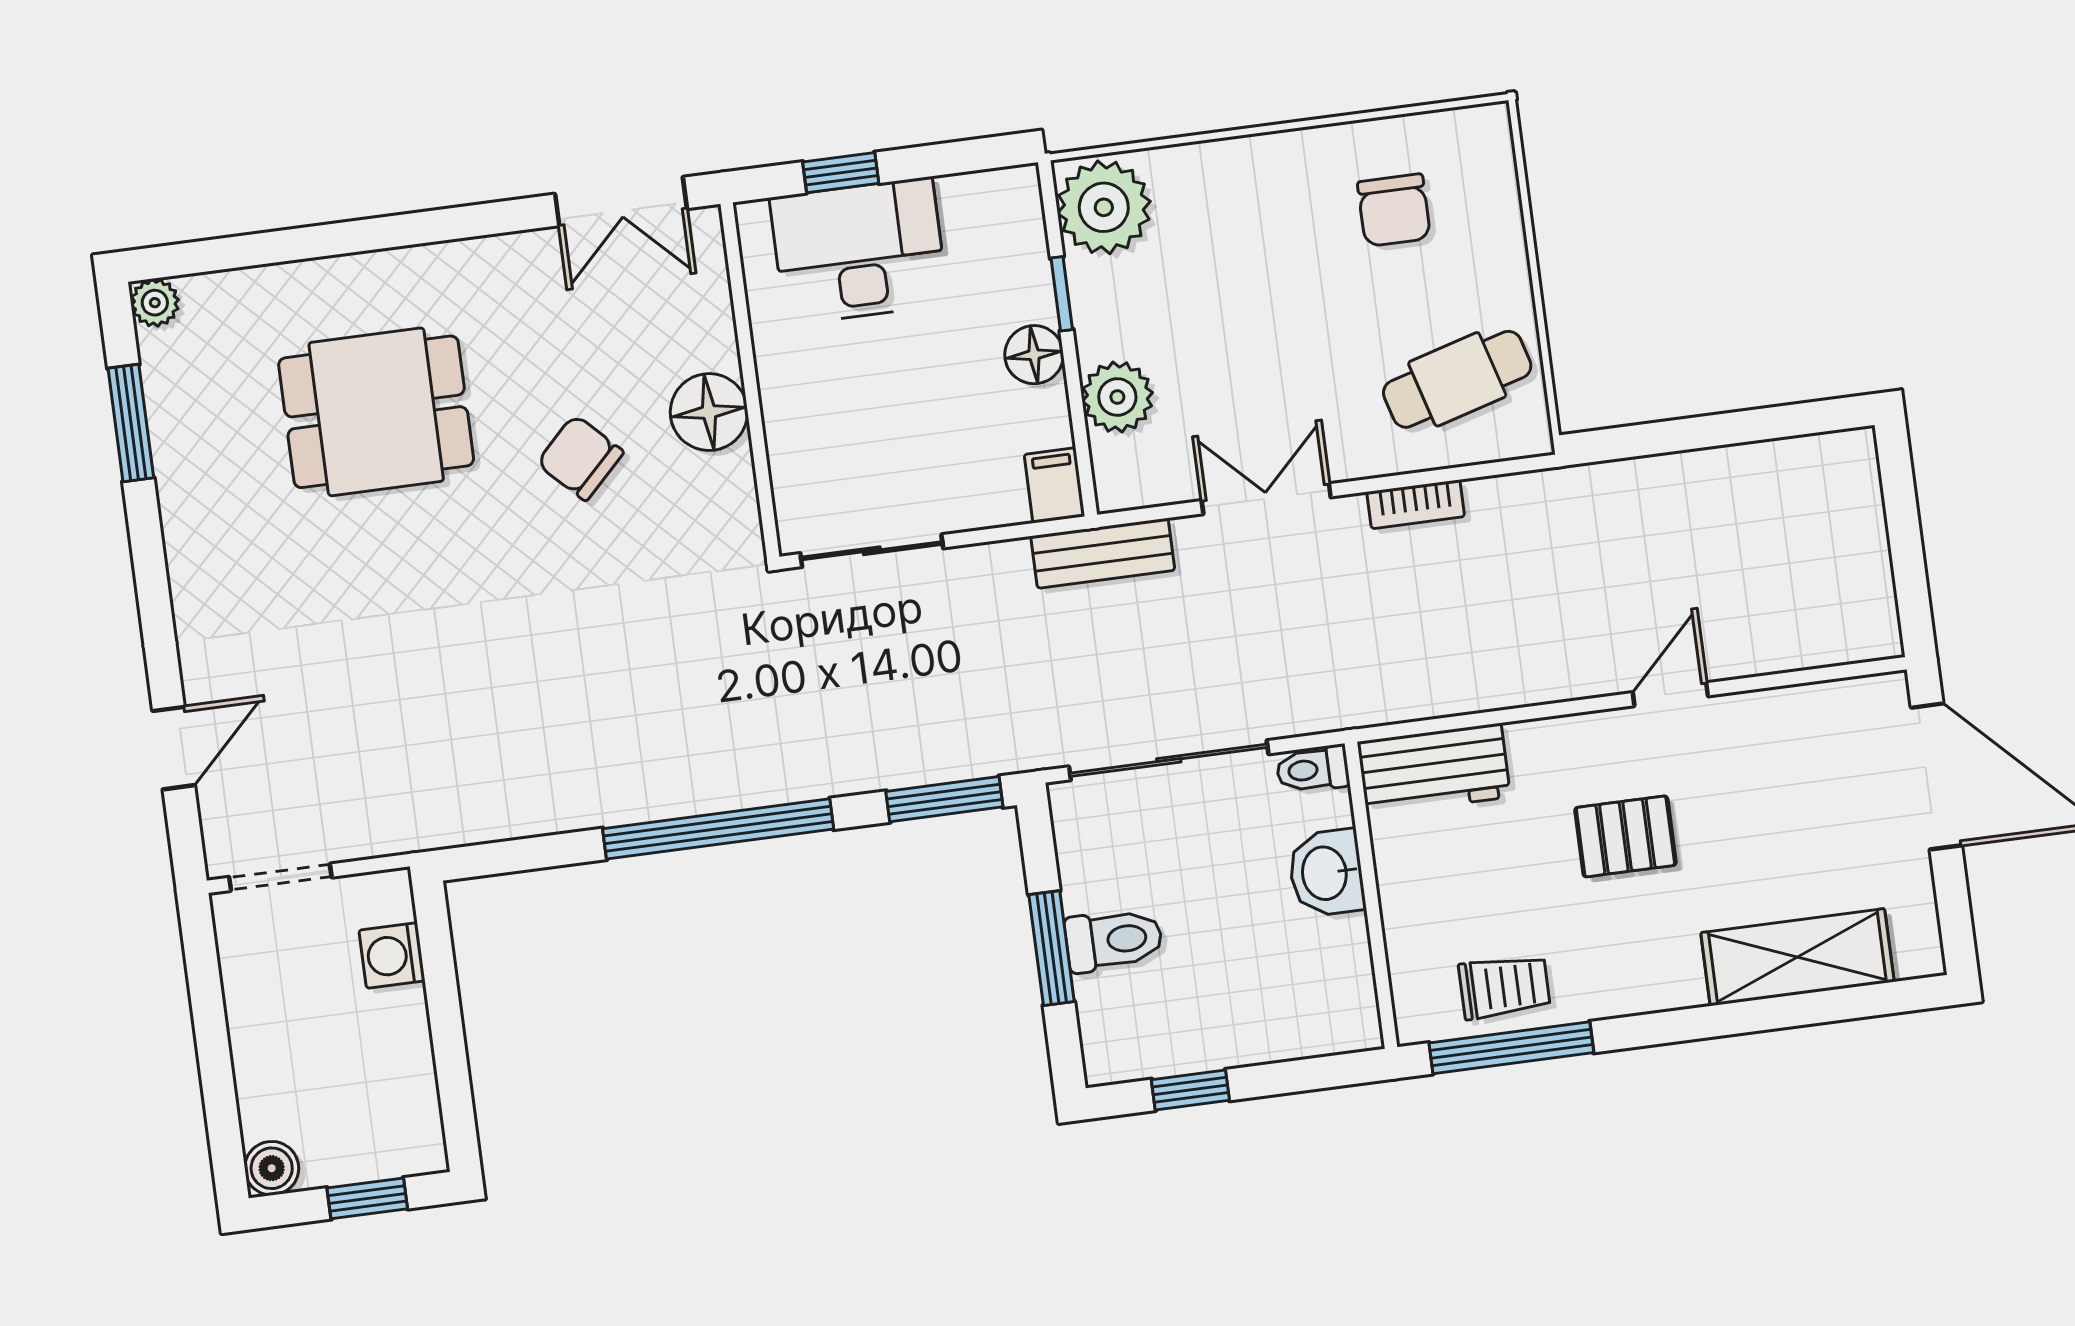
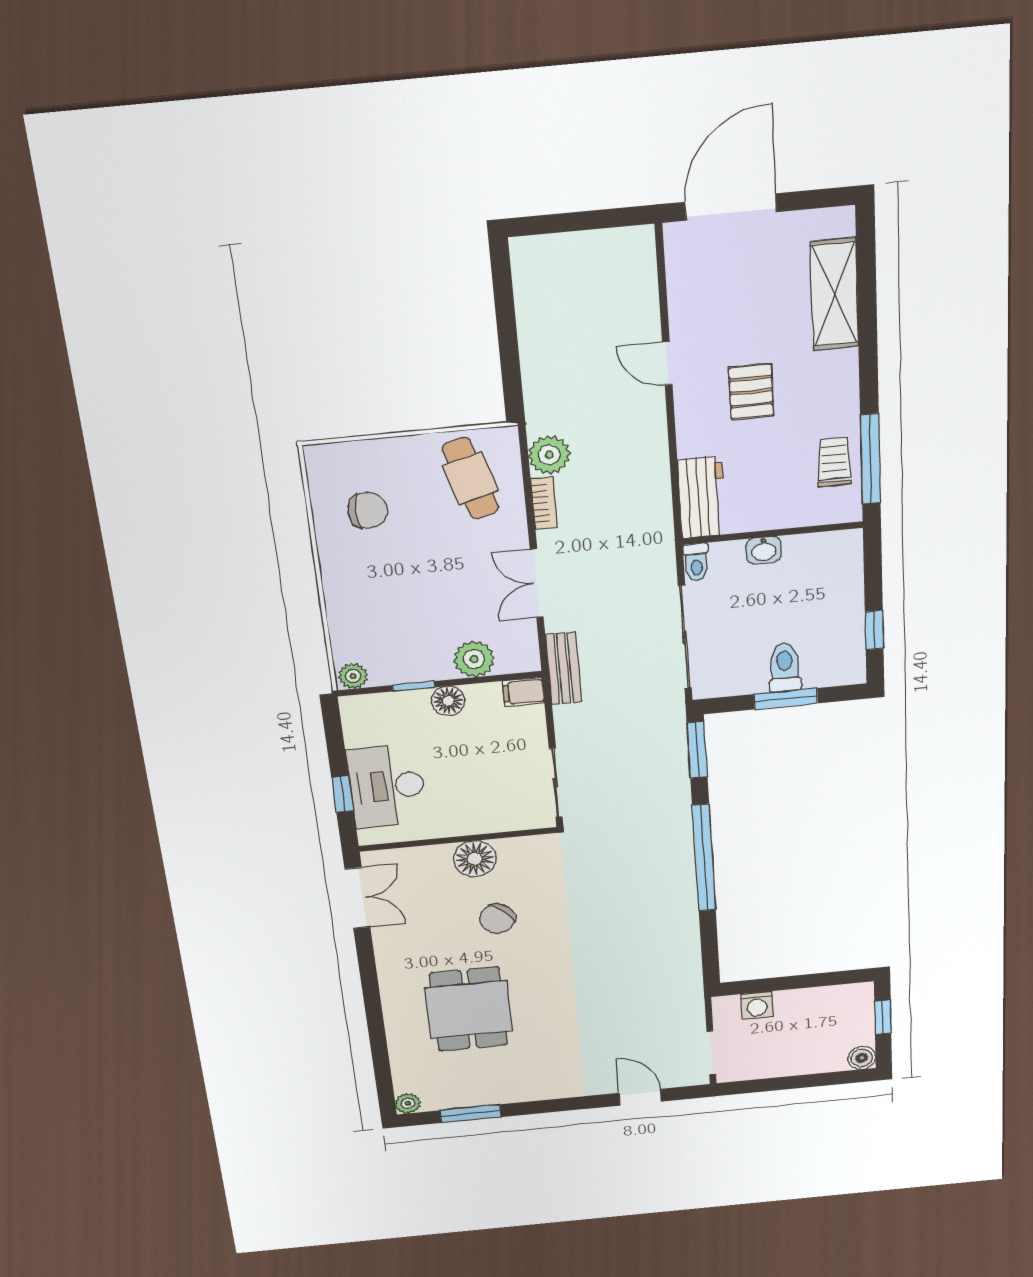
plant: (1104, 207) -> (353, 676), width x0.53, depth x0.53
plant: (1503, 509) -> (549, 455), added
washbasin: (1326, 873) -> (764, 550), width x0.72, depth x0.69

